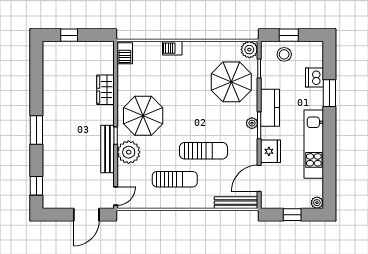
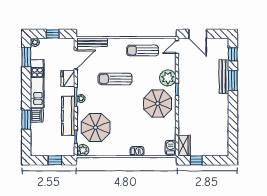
window: (69, 35) -> (196, 160), moved
stool: (284, 54) -> (58, 147), removed
dishwasher: (315, 78) -> (37, 115), moved
wardrobe: (106, 90) -> (184, 146), moved
kitchen counter: (270, 108) -> (68, 116), width x1.50
window: (36, 130) -> (233, 81), moved
bench: (108, 149) -> (224, 77), moved
sun lounger: (175, 179) -> (143, 51), moved
window: (329, 182) -> (26, 57), added
door: (86, 215) -> (198, 34), swing flipped

